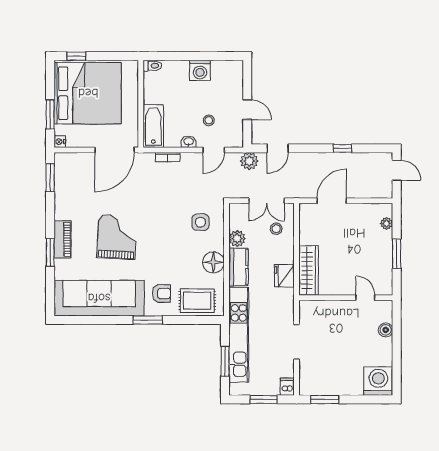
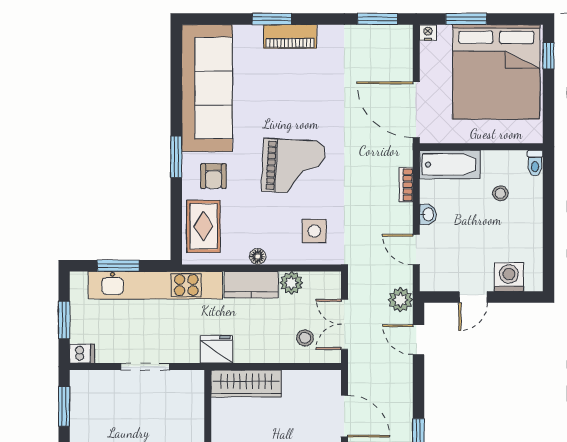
washing machine: (200, 70) -> (509, 277), moved, turned 90
stool: (209, 120) -> (500, 193), moved
grand piano: (117, 237) -> (293, 166), moved
floor lamp: (213, 262) -> (258, 256), width x0.53, depth x0.53
fridge: (284, 276) -> (216, 349), moved

